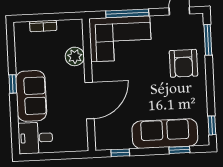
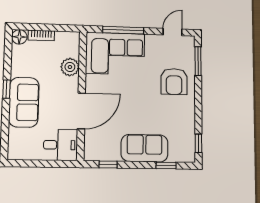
floor lamp: (21, 29) -> (19, 37), added
sofa: (165, 134) -> (144, 148), width x0.73
desk: (35, 138) -> (61, 145), moved, turned 180

